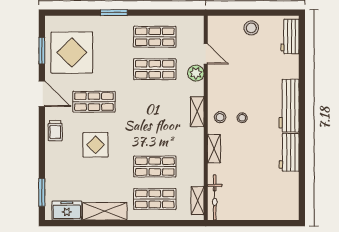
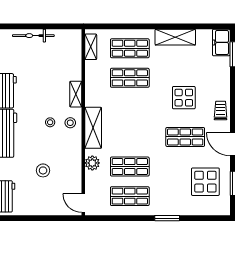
stool: (251, 28) -> (43, 170), moved
display table: (72, 53) -> (205, 182), width x0.73, depth x0.73
door: (206, 54) -> (83, 203), moved
shelving: (197, 112) -> (93, 128), width x1.50, depth x1.33
bicycle: (215, 197) -> (33, 36), moved, turned -90
freezer: (67, 210) -> (221, 42), moved, turned 90

